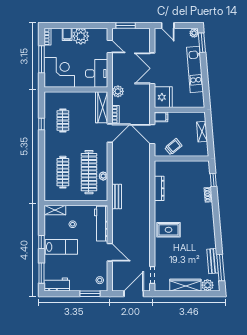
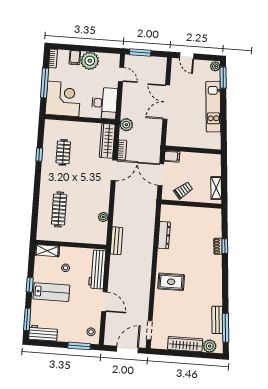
fridge: (163, 97) -> (176, 135), removed
shelving: (202, 132) -> (216, 188), moved
clothes rail: (89, 172) -> (88, 212), removed
window: (213, 180) -> (225, 246), moved

